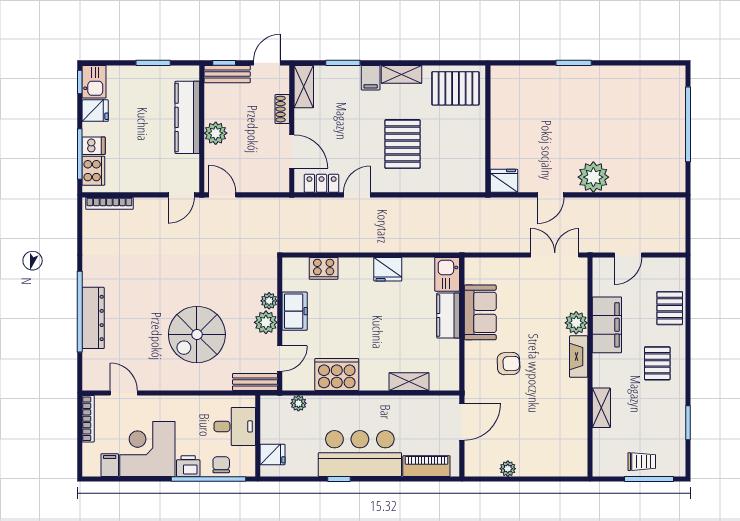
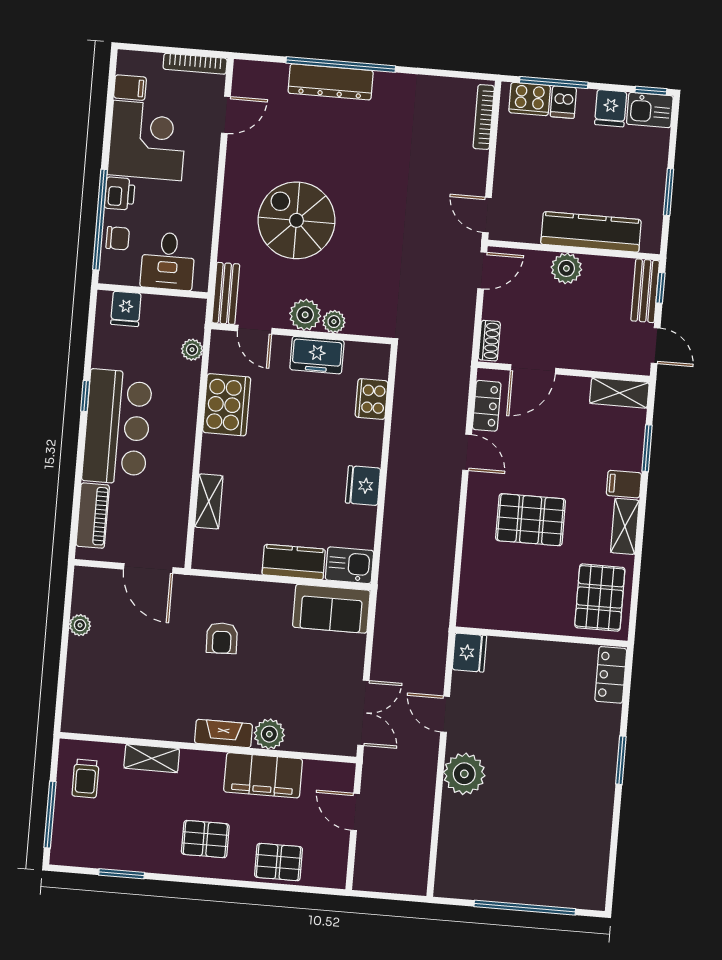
locker: (512, 76) -> (611, 675), added
shoe rack: (282, 109) -> (489, 341), moved, turned 90
sofa: (480, 312) -> (331, 609), moved
trolley: (642, 462) -> (86, 779), moved

